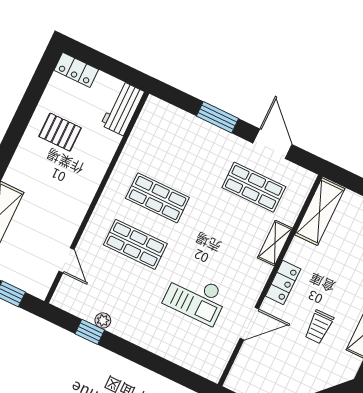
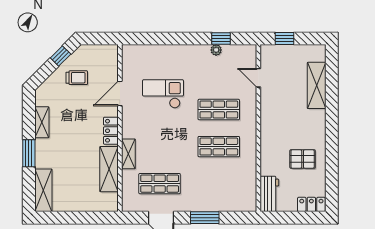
shelving: (320, 212) -> (109, 169), moved
trolley: (319, 327) -> (77, 78), moved, turned 90

